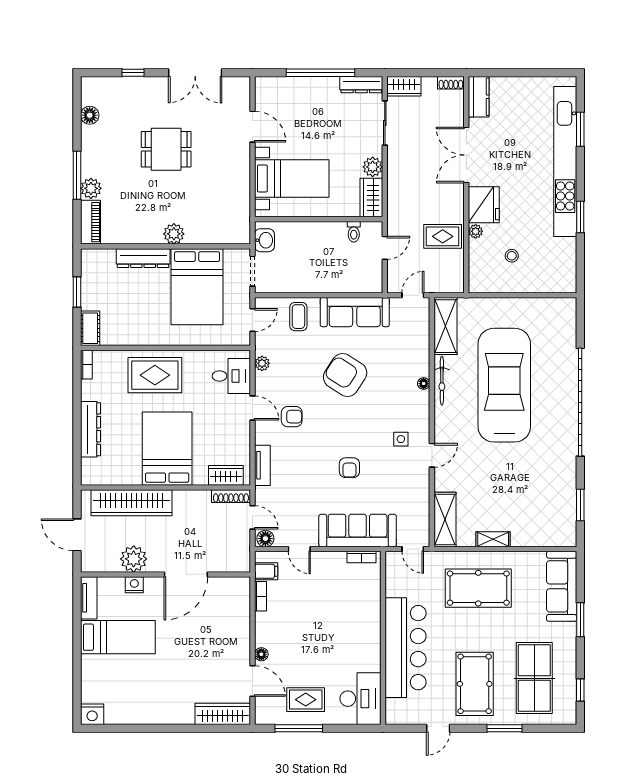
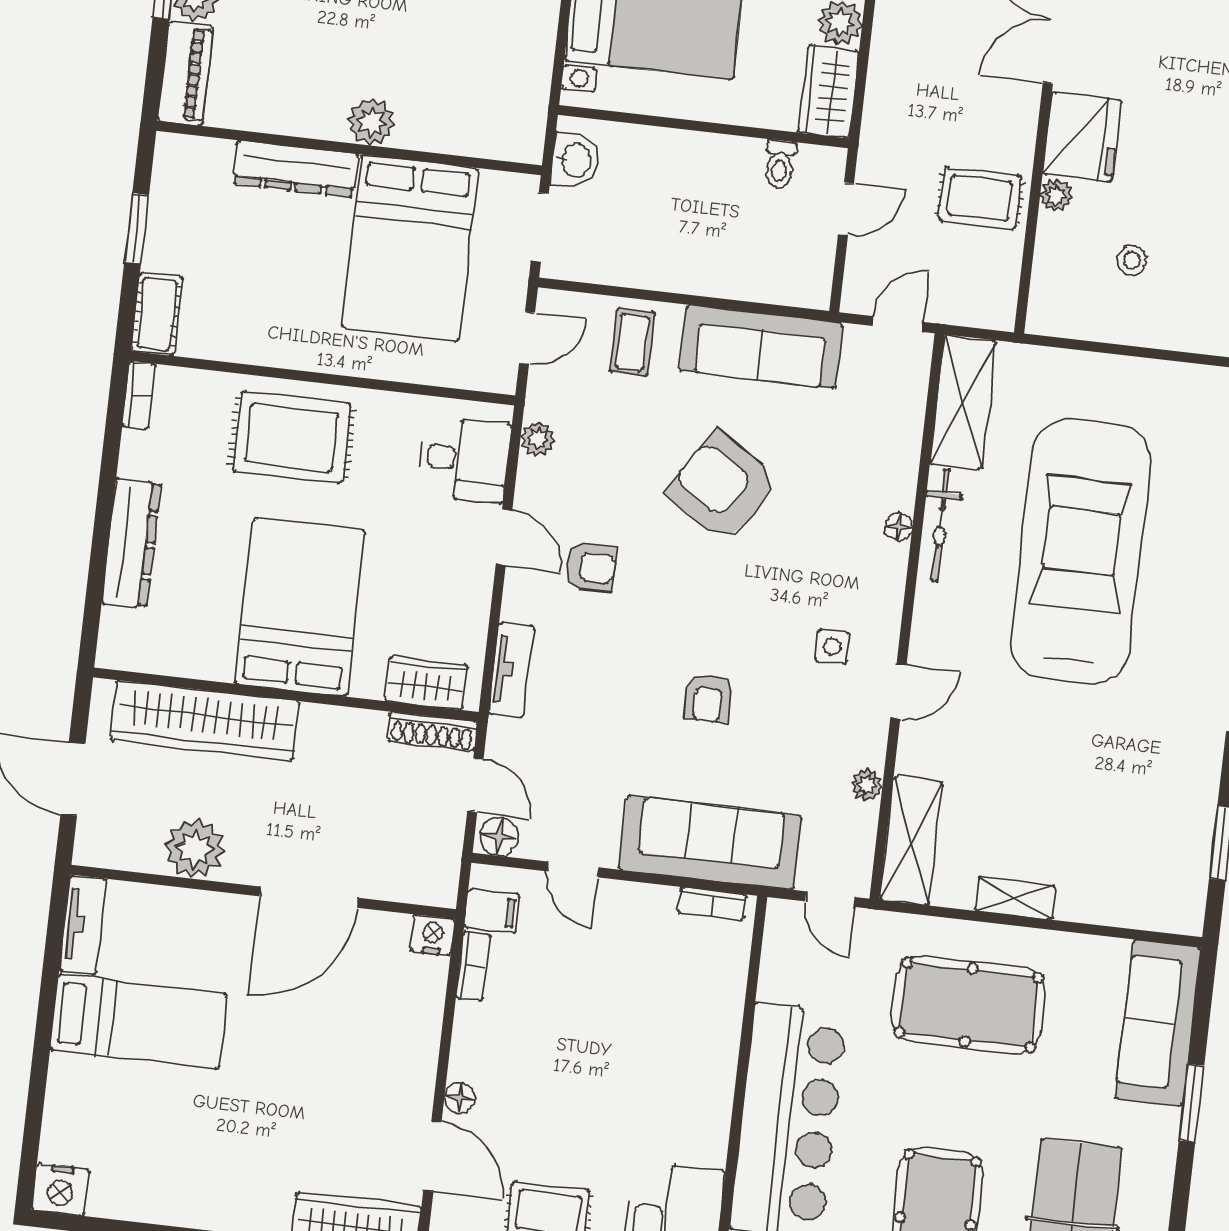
plant: (423, 498) -> (867, 785), added
nightstand: (134, 585) -> (433, 935), moved

